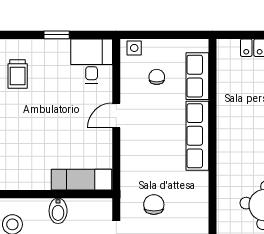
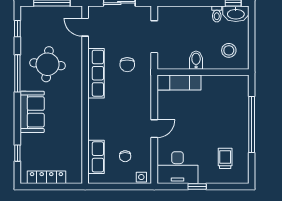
desk: (92, 61) -> (177, 168), width x1.37
row of seats: (197, 136) -> (96, 73), moved

